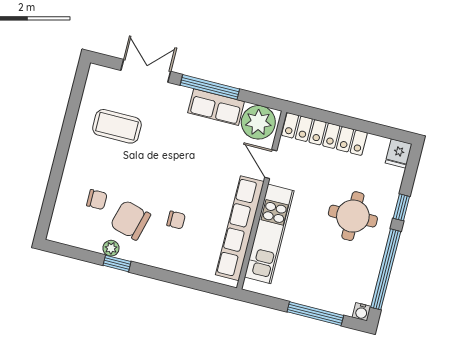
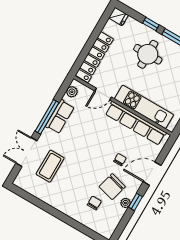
plant: (258, 122) -> (72, 92), width x0.53, depth x0.53
coffee table: (117, 126) -> (50, 166), moved
door: (169, 277) -> (152, 174), added

